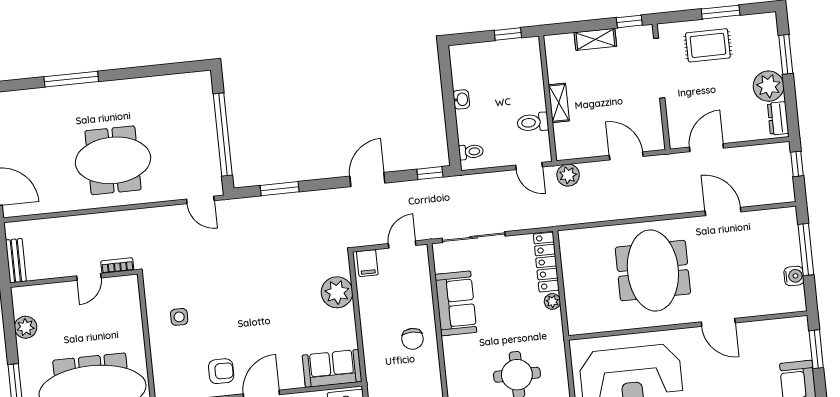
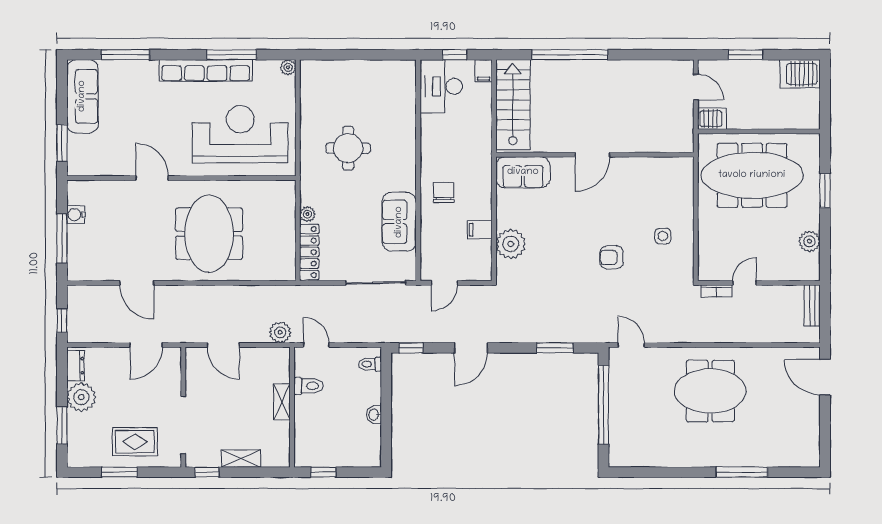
filing cabinet: (367, 263) -> (480, 230), moved, turned -90
armchair: (221, 371) -> (612, 257), moved

